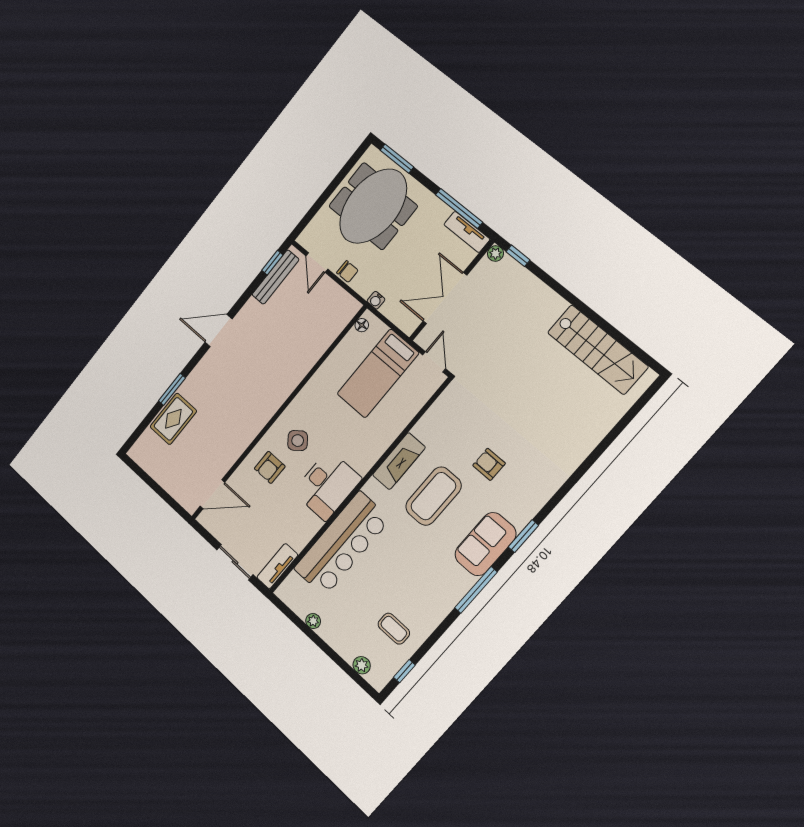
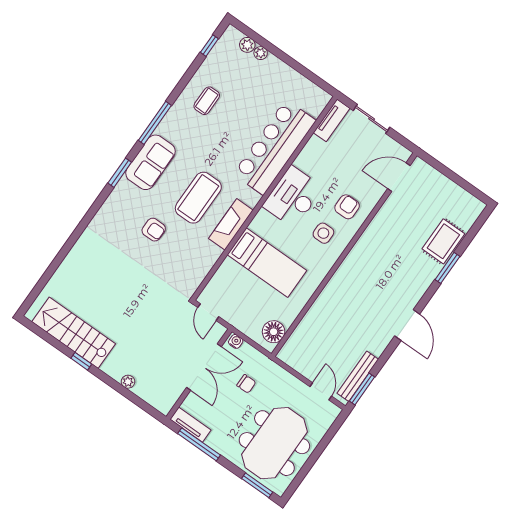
plant: (495, 254) -> (128, 382), moved
window: (518, 256) -> (81, 361), moved
window: (272, 263) -> (362, 389), width x1.50
chair: (347, 272) -> (246, 384), moved, turned 180
water cooler: (376, 300) -> (236, 341), moved
floor lamp: (362, 325) -> (274, 332), width x1.89, depth x1.89
door: (219, 330) -> (407, 325), hinge flipped
bed: (378, 374) -> (267, 263), moved, turned 90
side table: (298, 441) -> (323, 233), turned 38
plant: (313, 621) -> (261, 53), moved
coffee table: (394, 629) -> (207, 101), moved, turned 90

